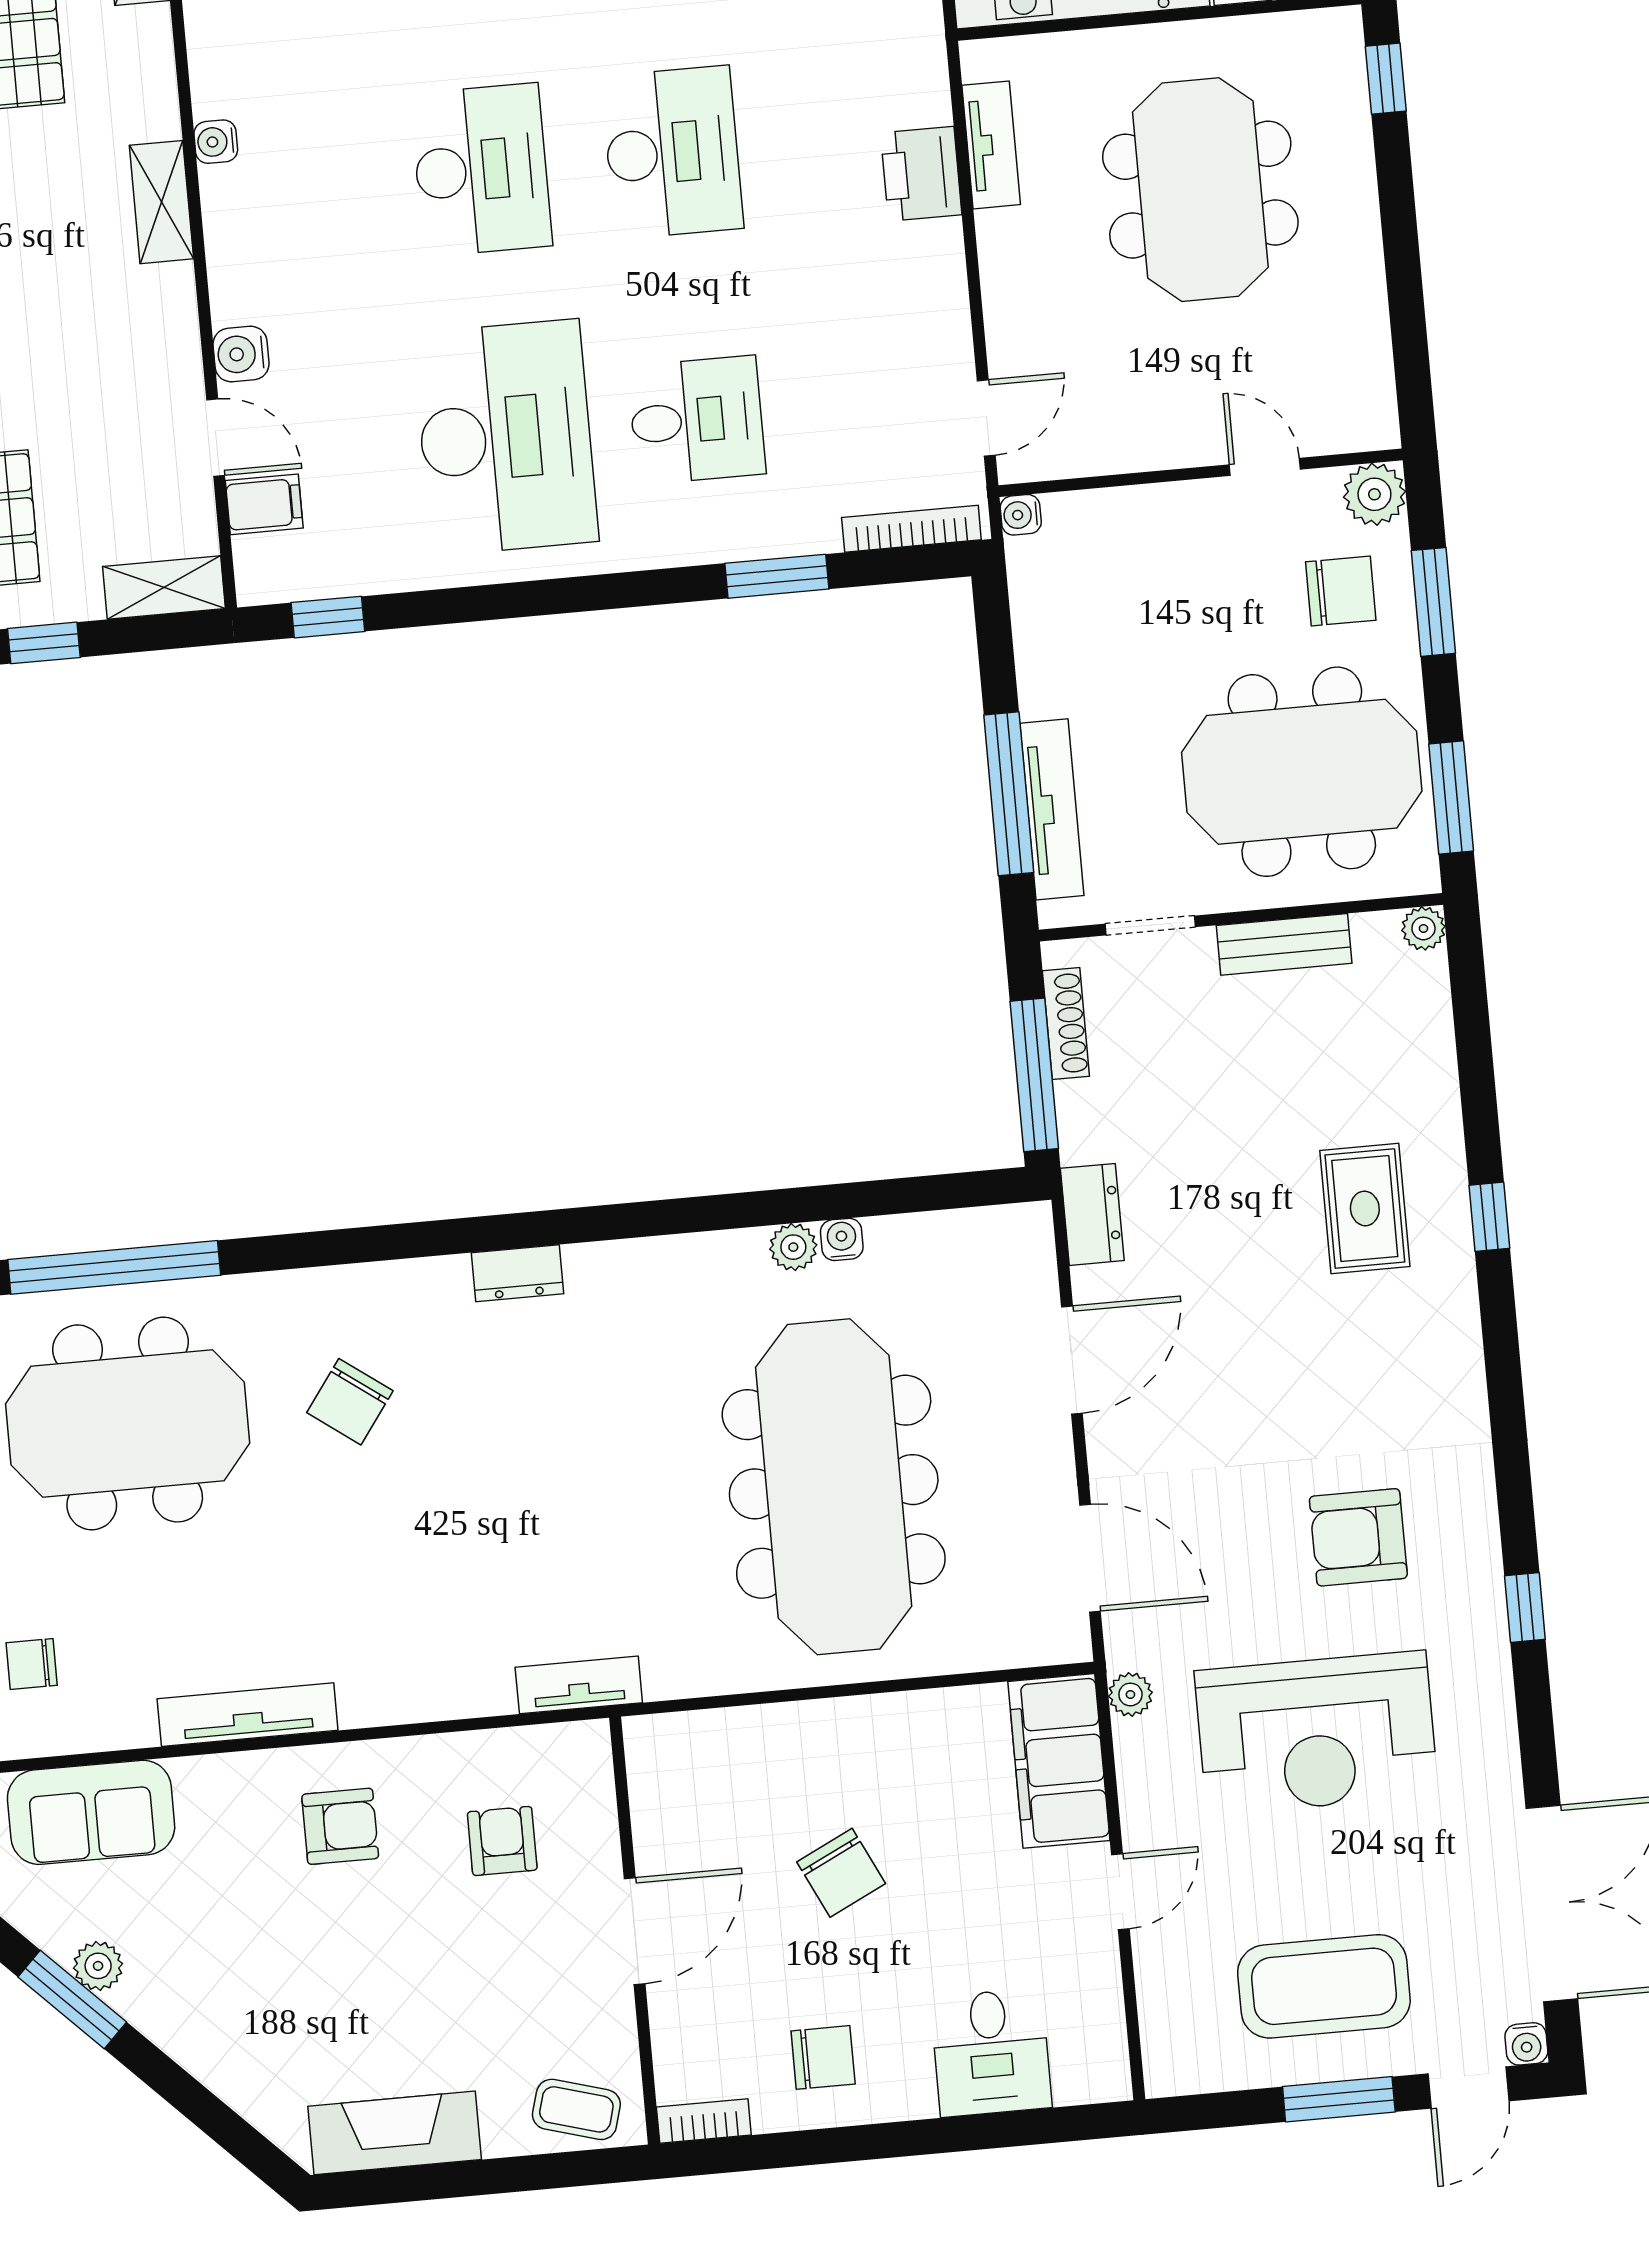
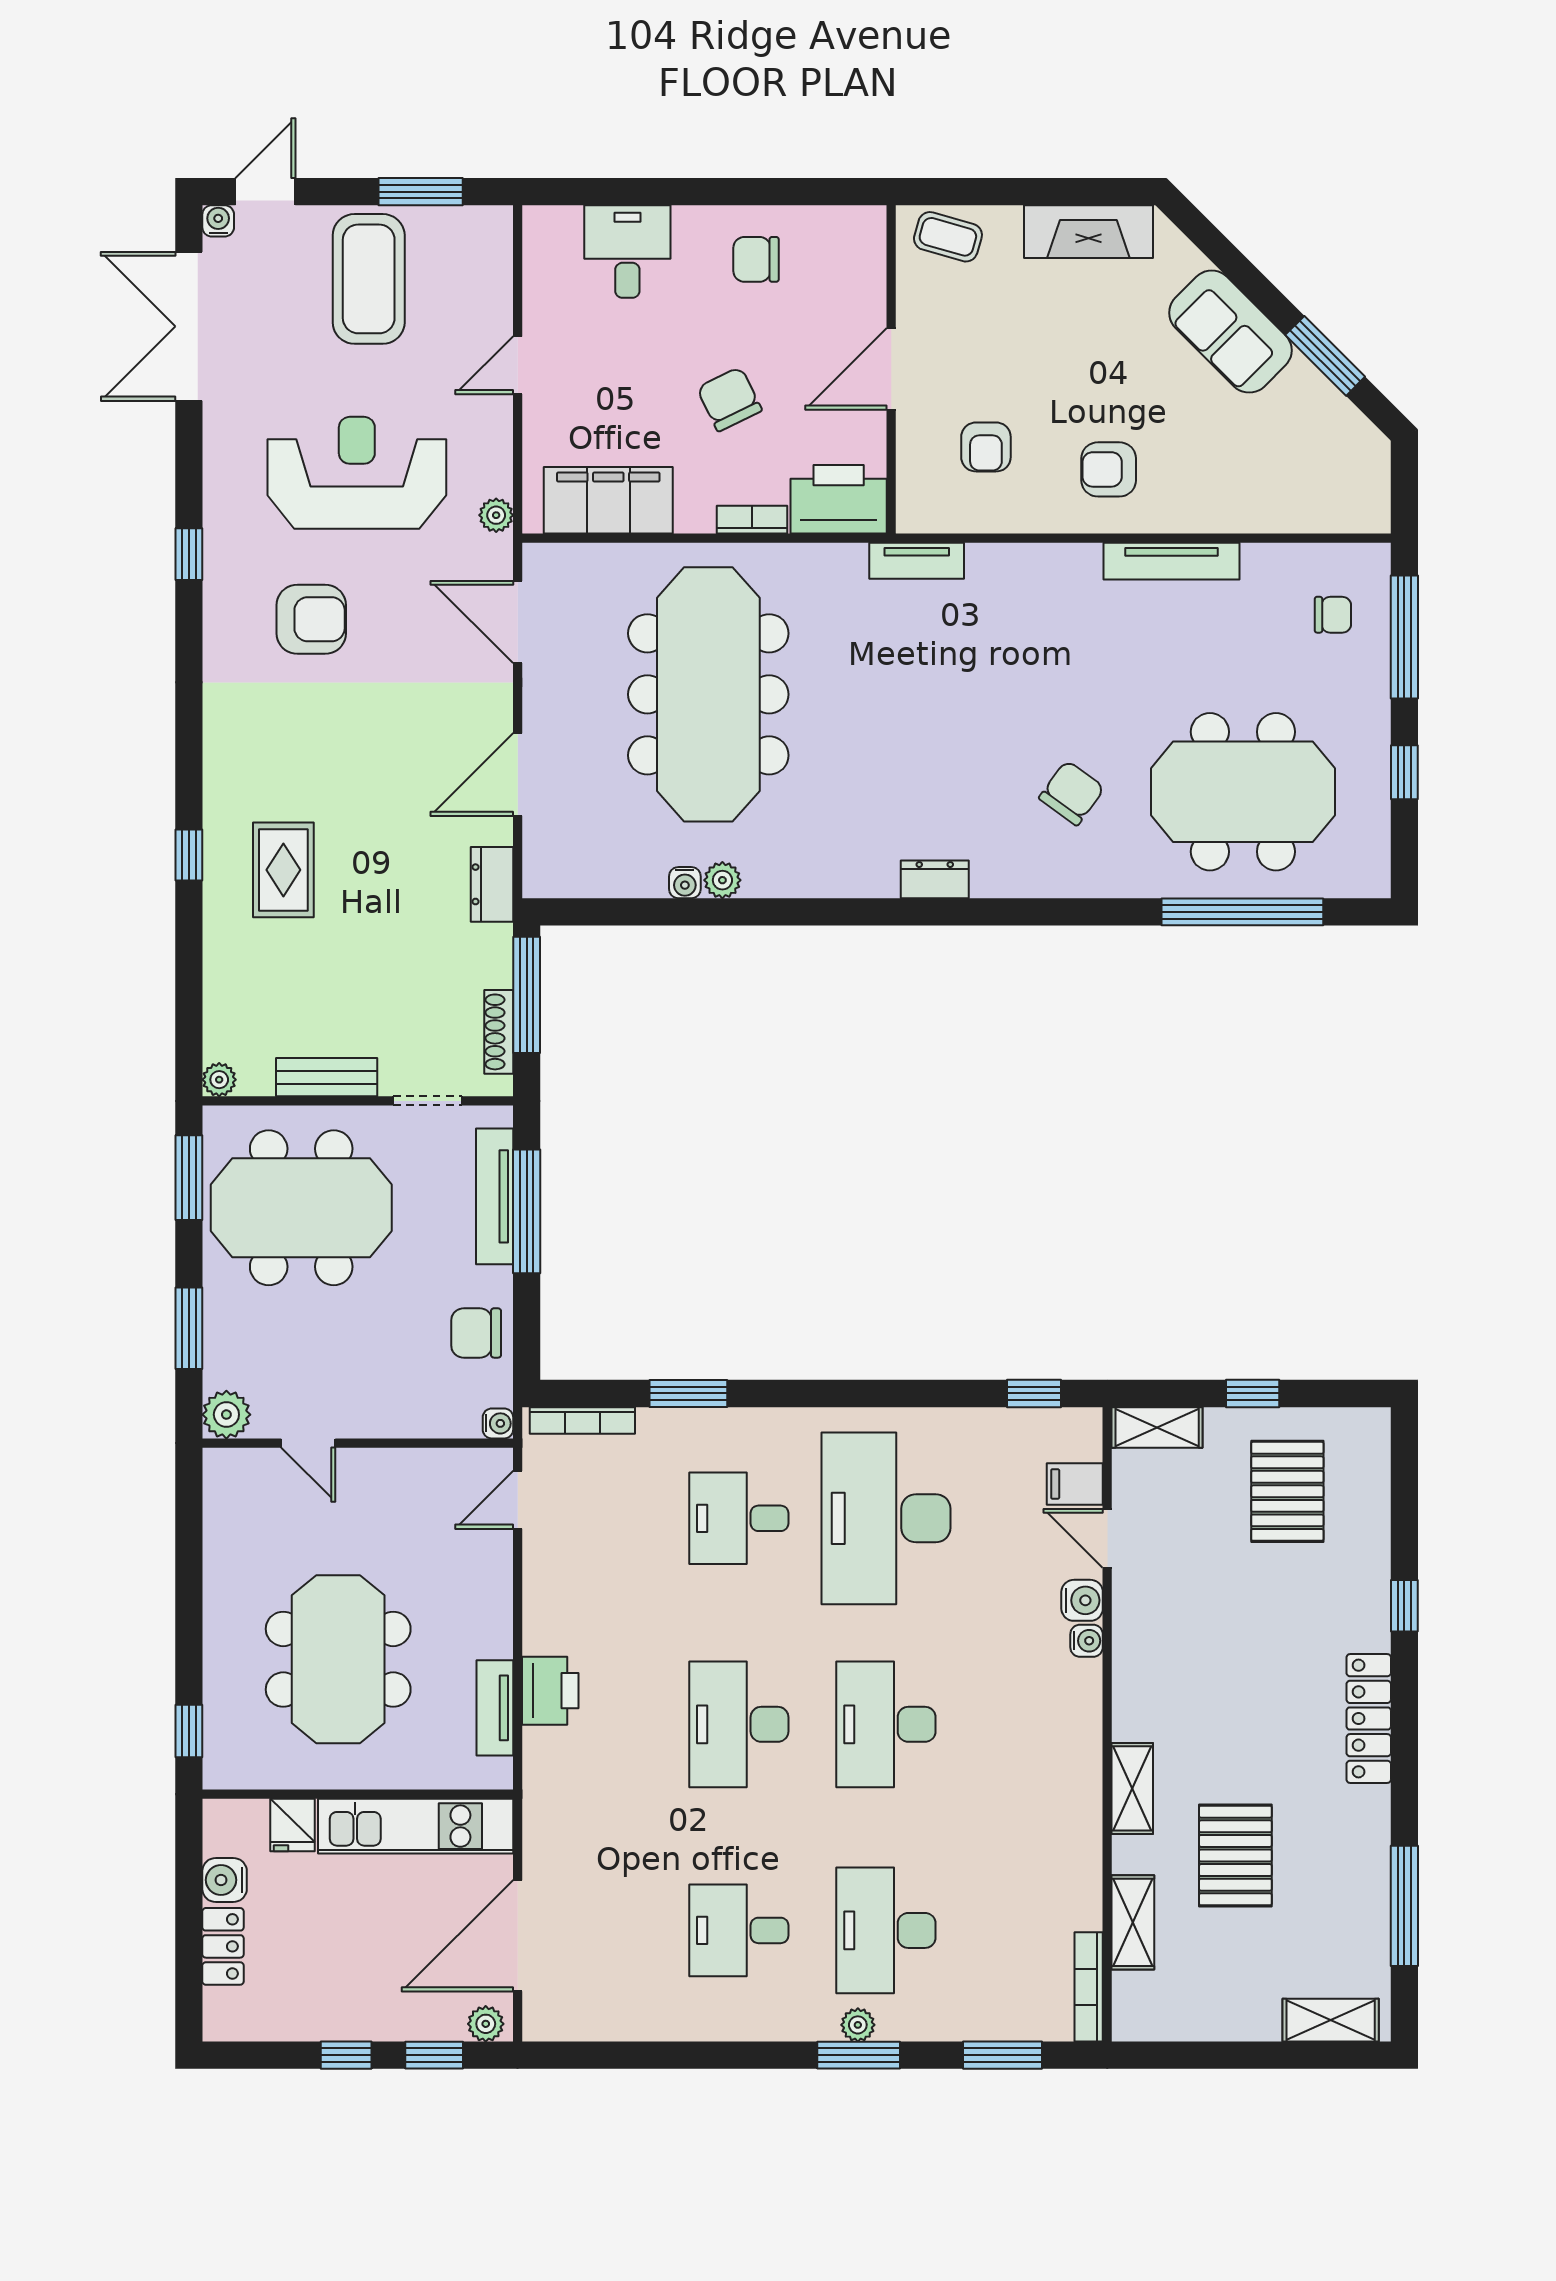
water cooler: (216, 142) -> (1087, 1641), moved
shelving: (161, 202) -> (1132, 1788), moved
chair: (1341, 591) -> (476, 1333), moved
printer: (687, 1756) -> (839, 499), added
filing cabinet: (1059, 1761) -> (608, 500), moved, turned -90
sofa: (91, 1812) -> (1230, 332), moved, turned -135
plant: (98, 1966) -> (1303, 380), removed
coffee table: (1324, 1986) -> (369, 279), turned 90
window: (1339, 2099) -> (421, 192), moved
bookcase: (704, 2121) -> (752, 520), moved, turned 180

